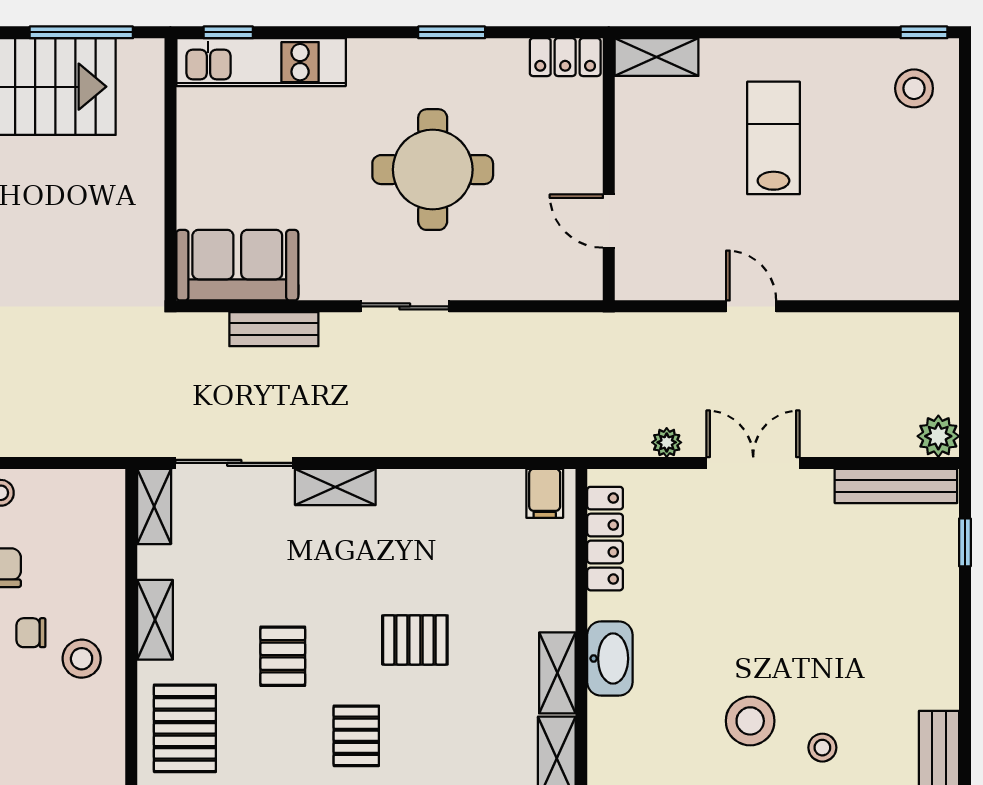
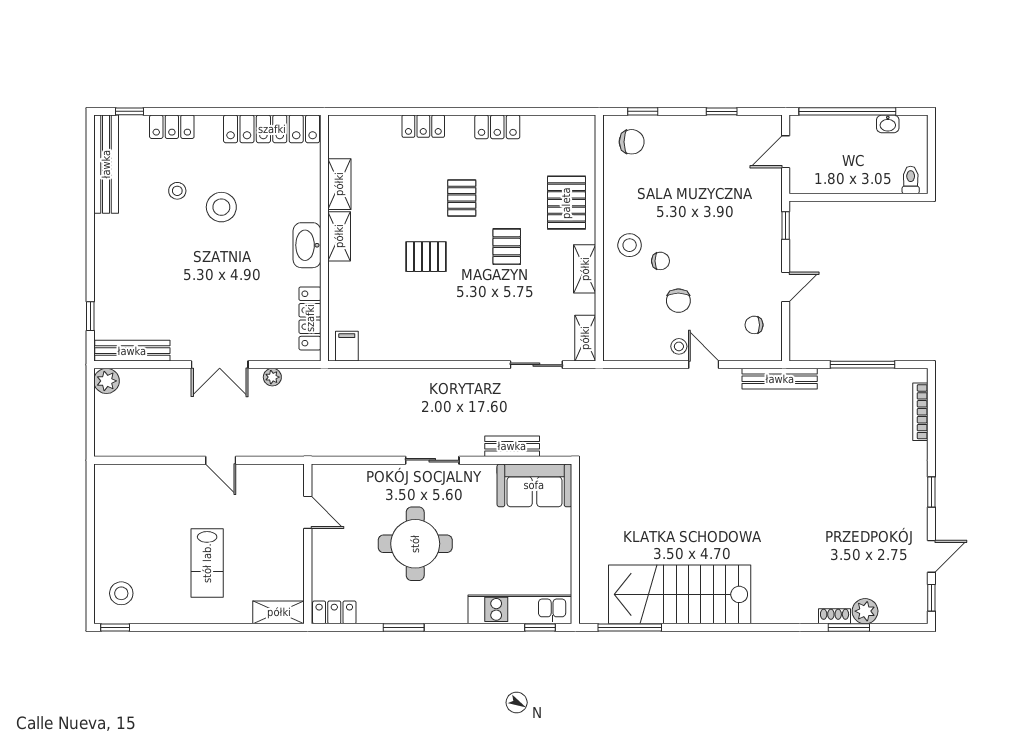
sliding door: (234, 463) -> (536, 365), width x0.73
shelving: (335, 487) -> (475, 350), removed

